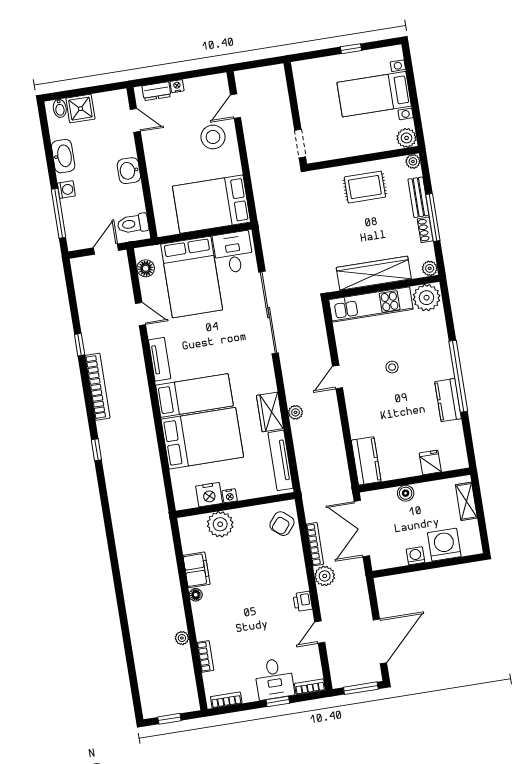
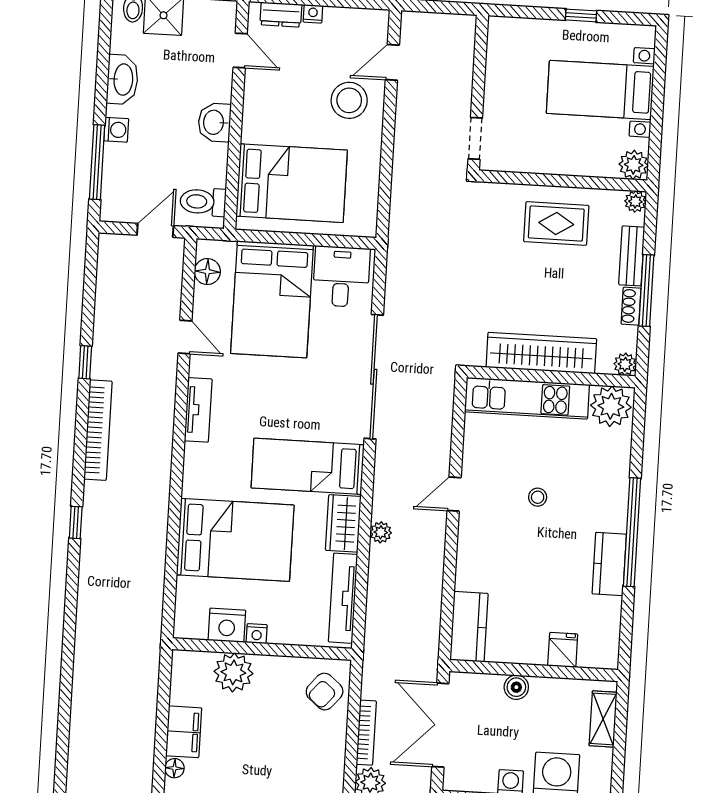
bed: (211, 204) -> (292, 183), moved, turned 180
bed: (194, 396) -> (308, 466), moved, turned 180

